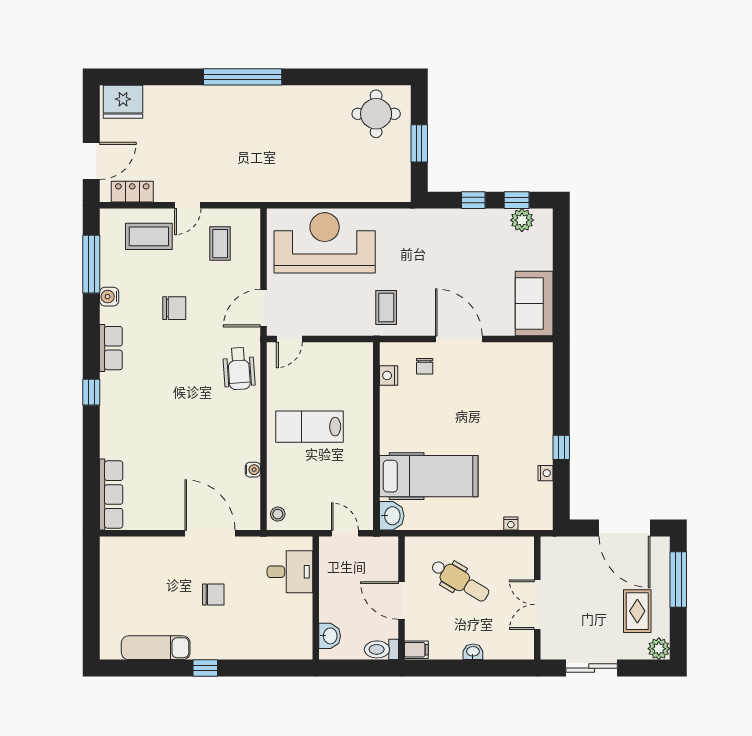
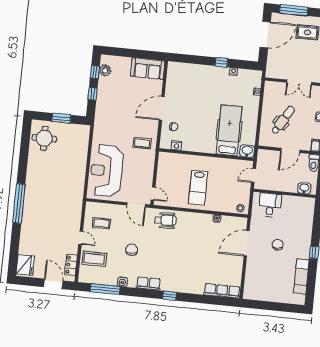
coffee table: (149, 236) -> (94, 259), turned 90

